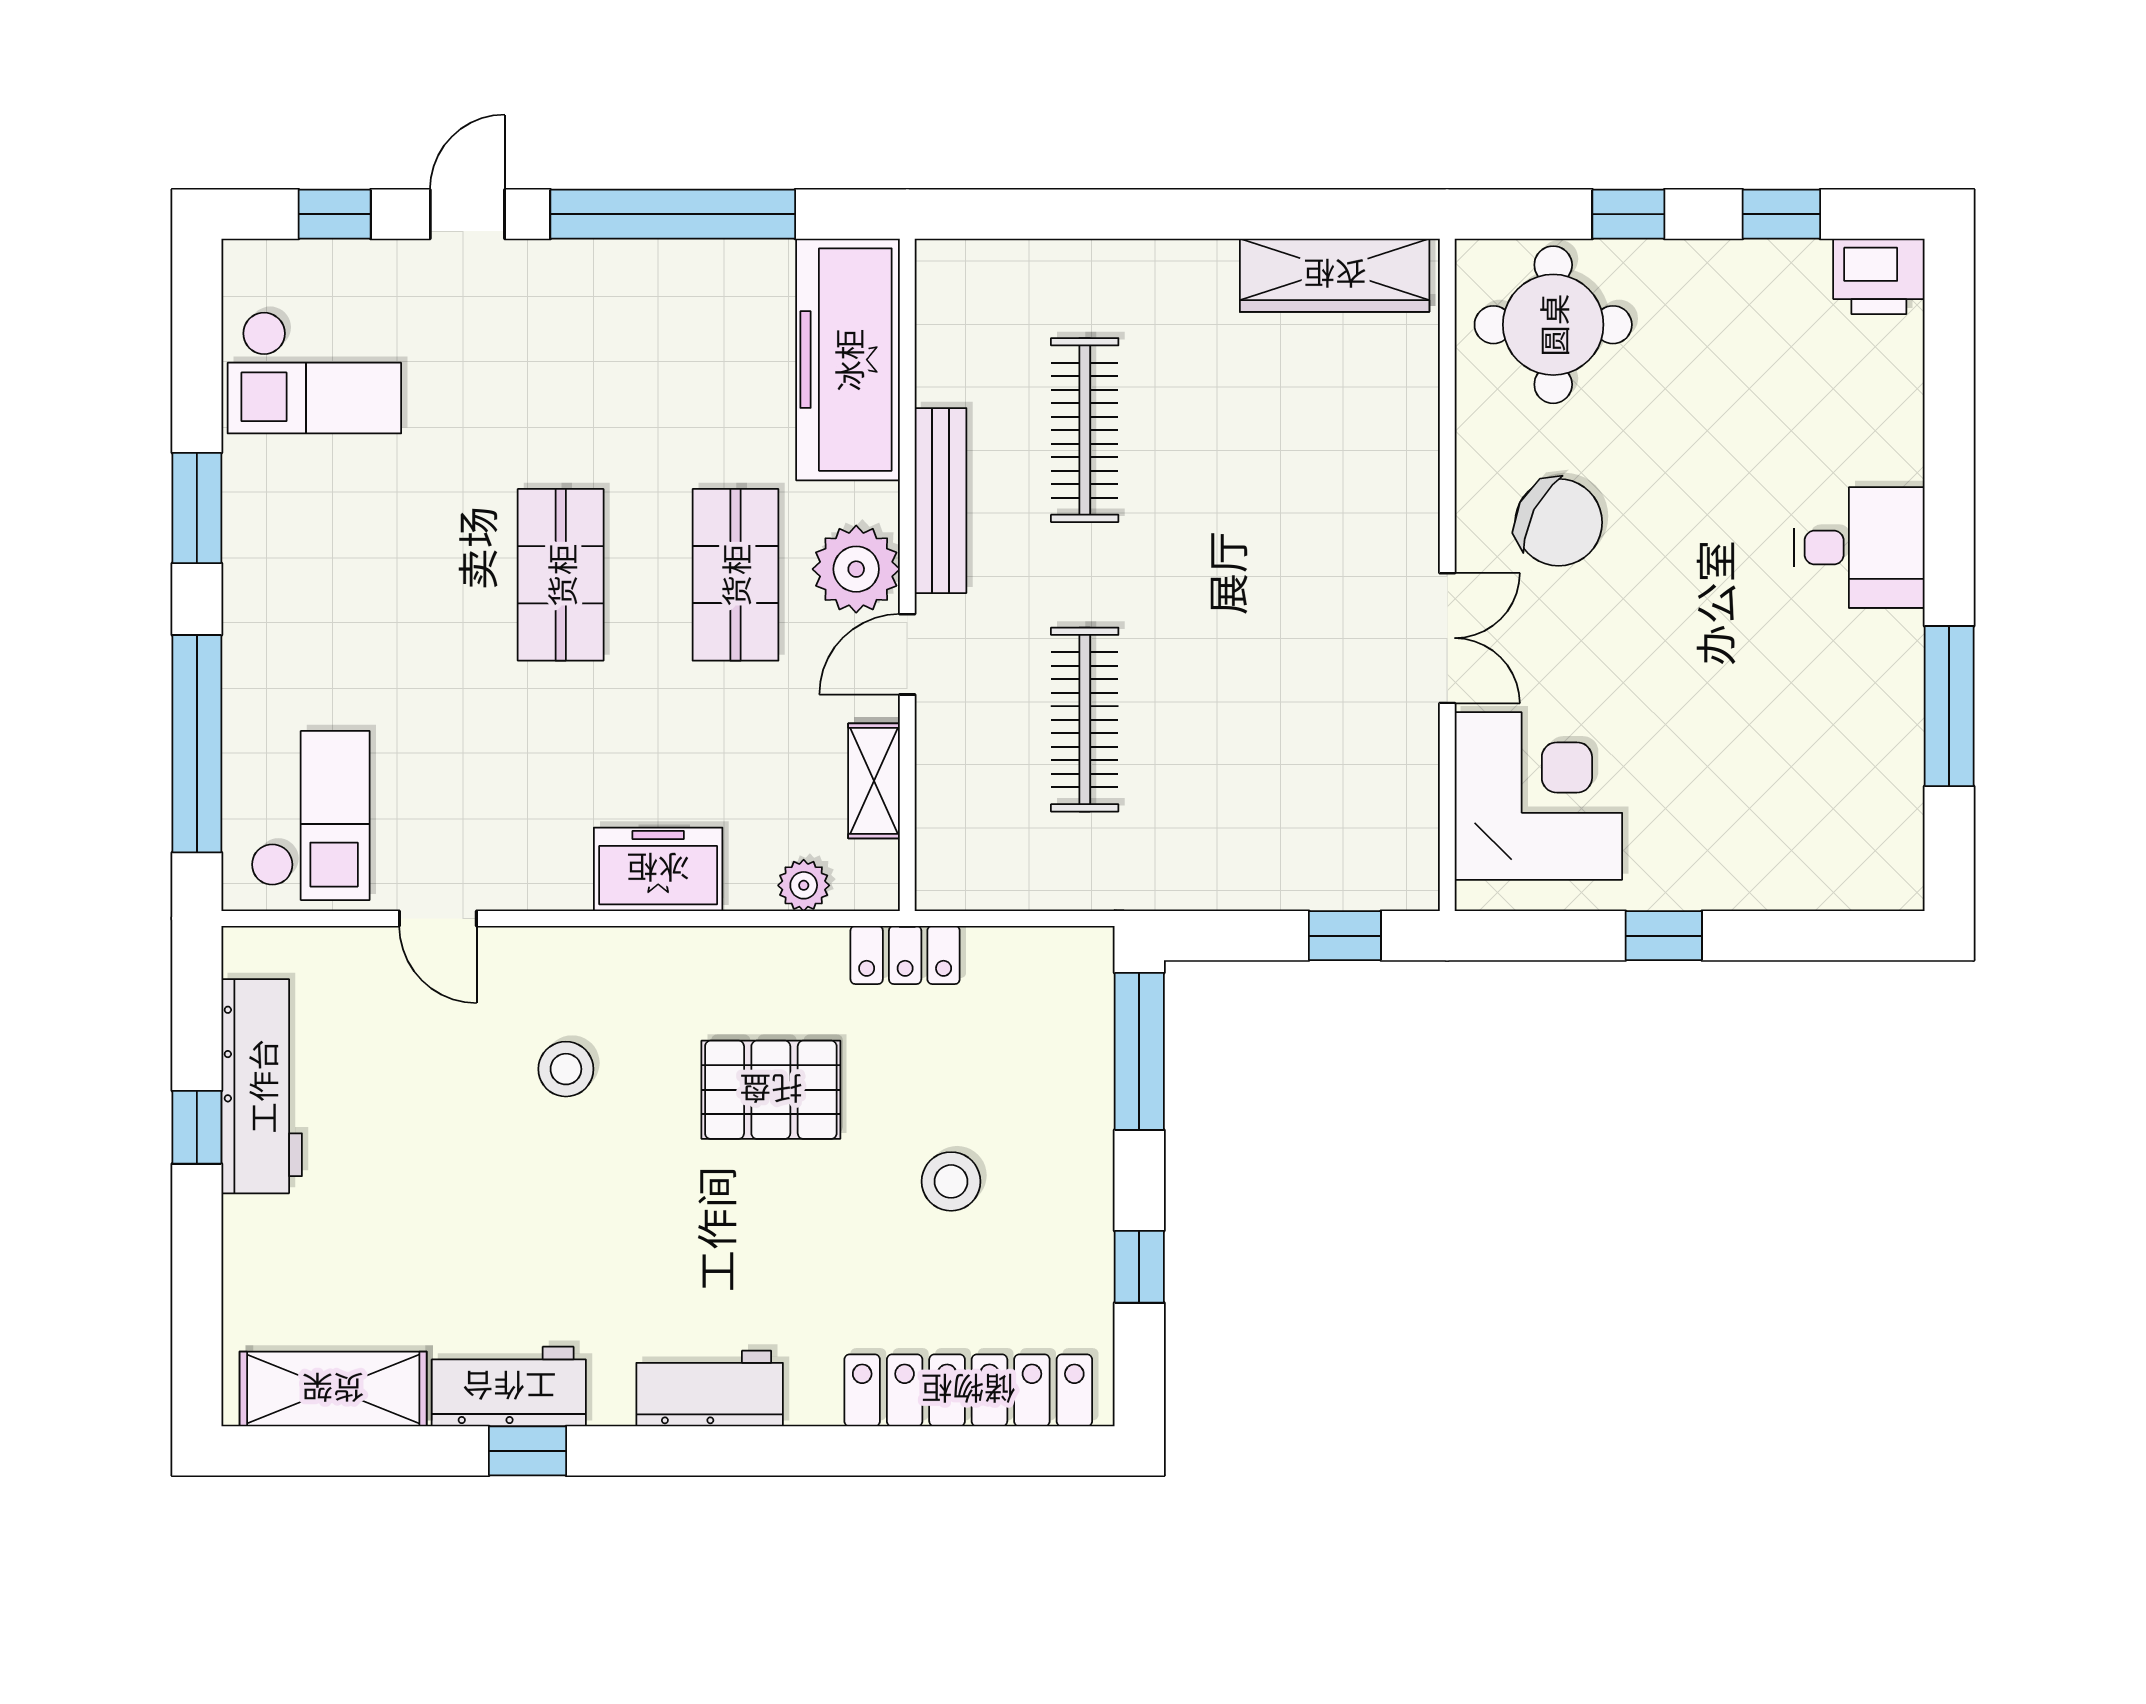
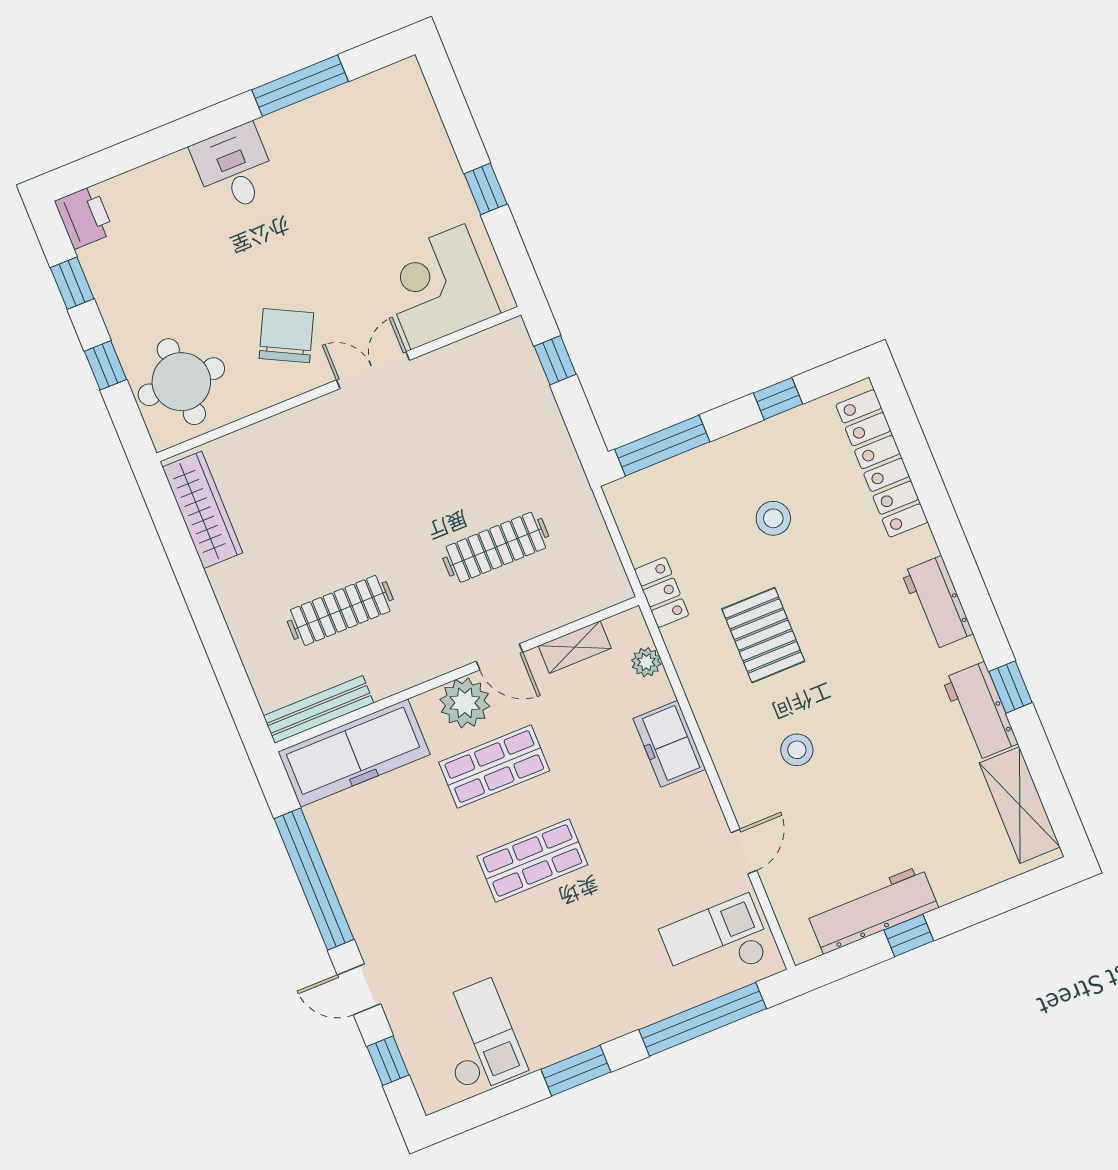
bench: (941, 501) -> (319, 709), moved

